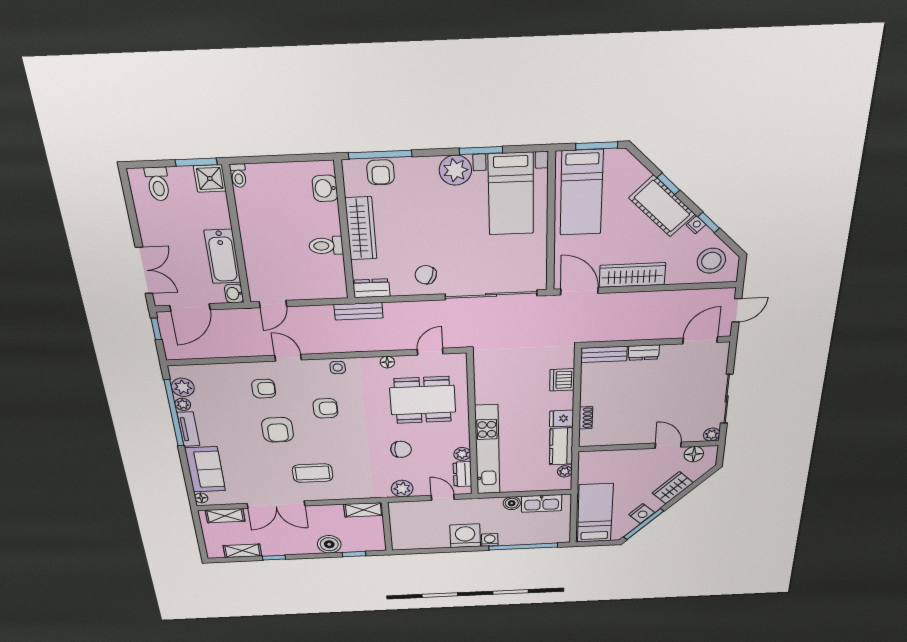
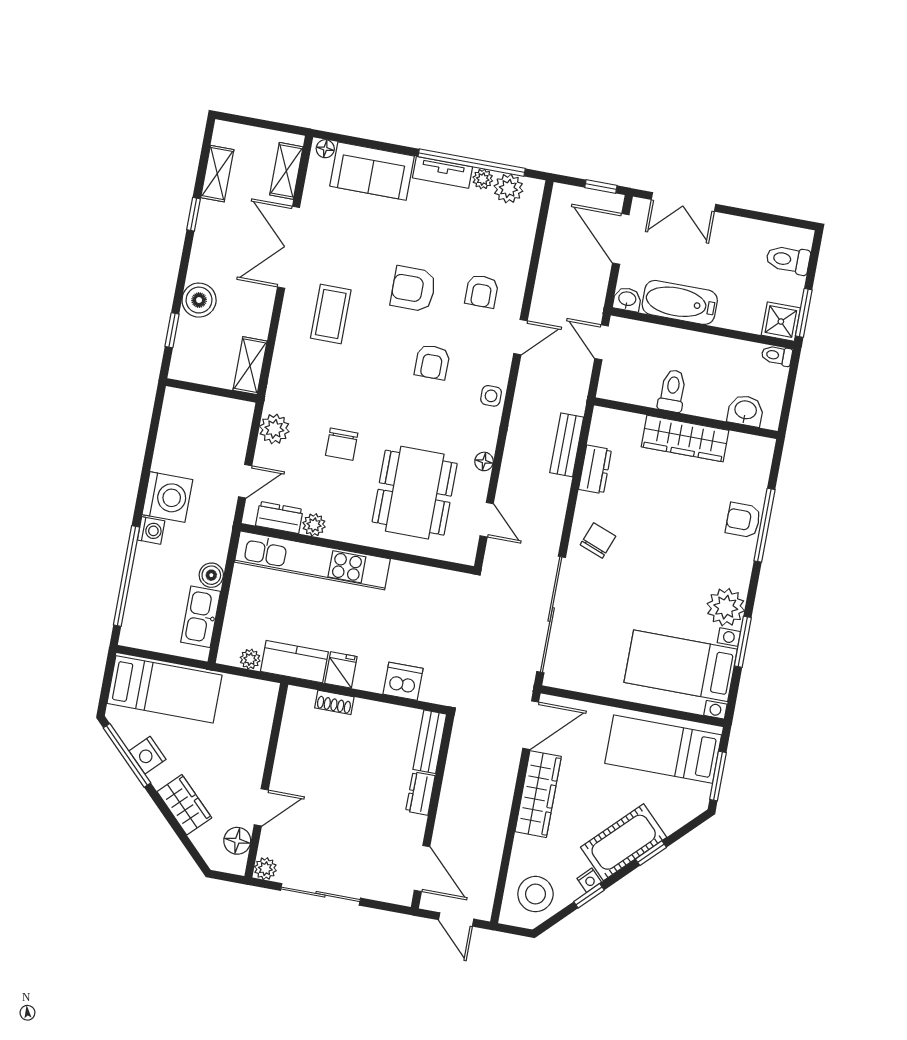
washbasin: (325, 188) -> (745, 411), moved
wardrobe: (361, 229) -> (685, 439), moved
wall: (345, 231) -> (686, 418), moved
toilet: (326, 246) -> (672, 391), moved

